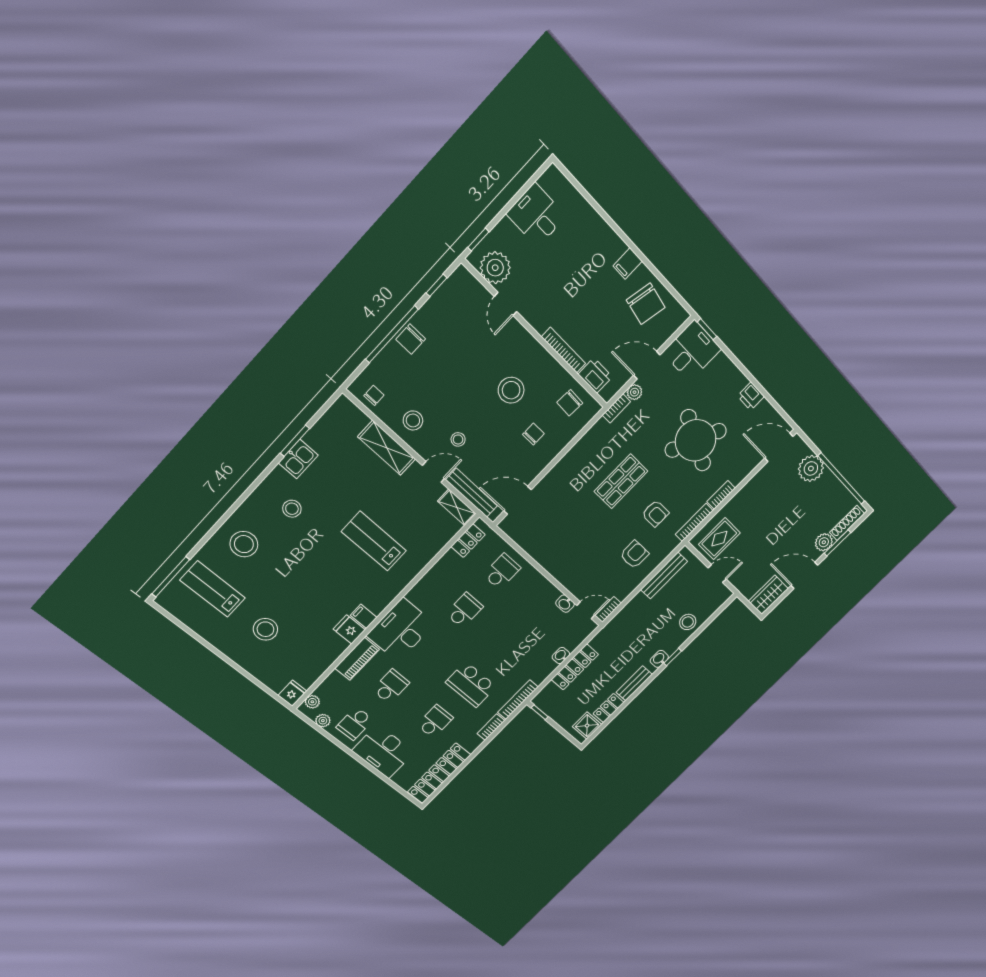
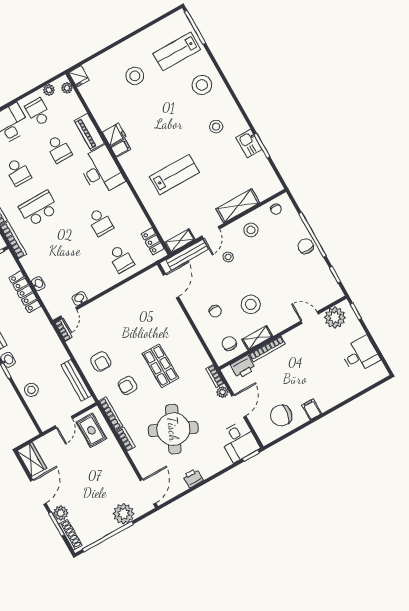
shelving: (553, 368) -> (257, 338), added
lab bench: (213, 589) -> (177, 51), turned 180

